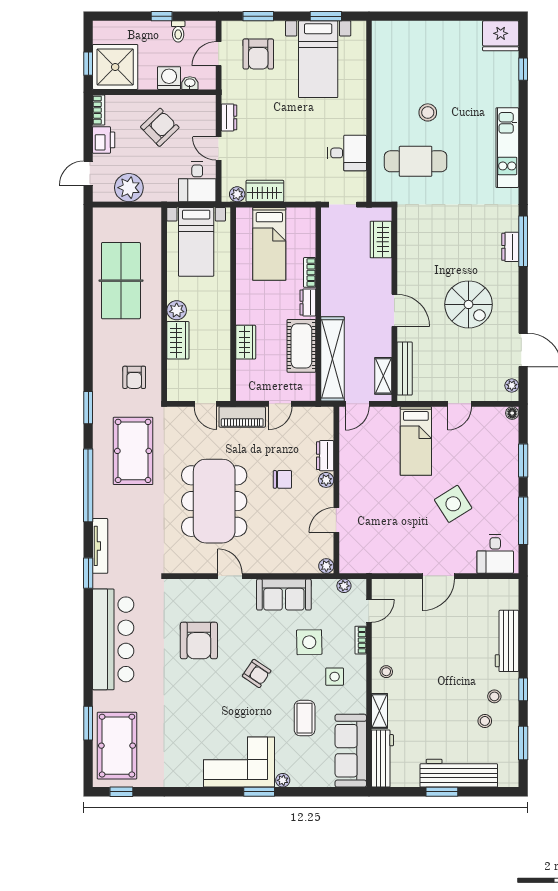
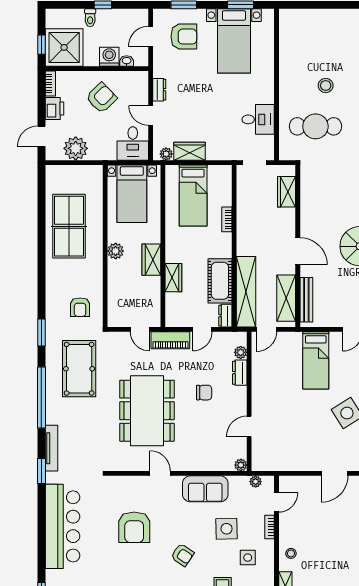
toilet: (178, 31) -> (90, 18), moved
armchair: (258, 54) -> (184, 37), turned -90
dresser: (308, 302) -> (225, 316), moved
wardrobe: (178, 340) -> (151, 260), moved, turned 180
shelving: (383, 376) -> (286, 298), width x1.50, depth x1.33
plant: (326, 480) -> (241, 352), moved

